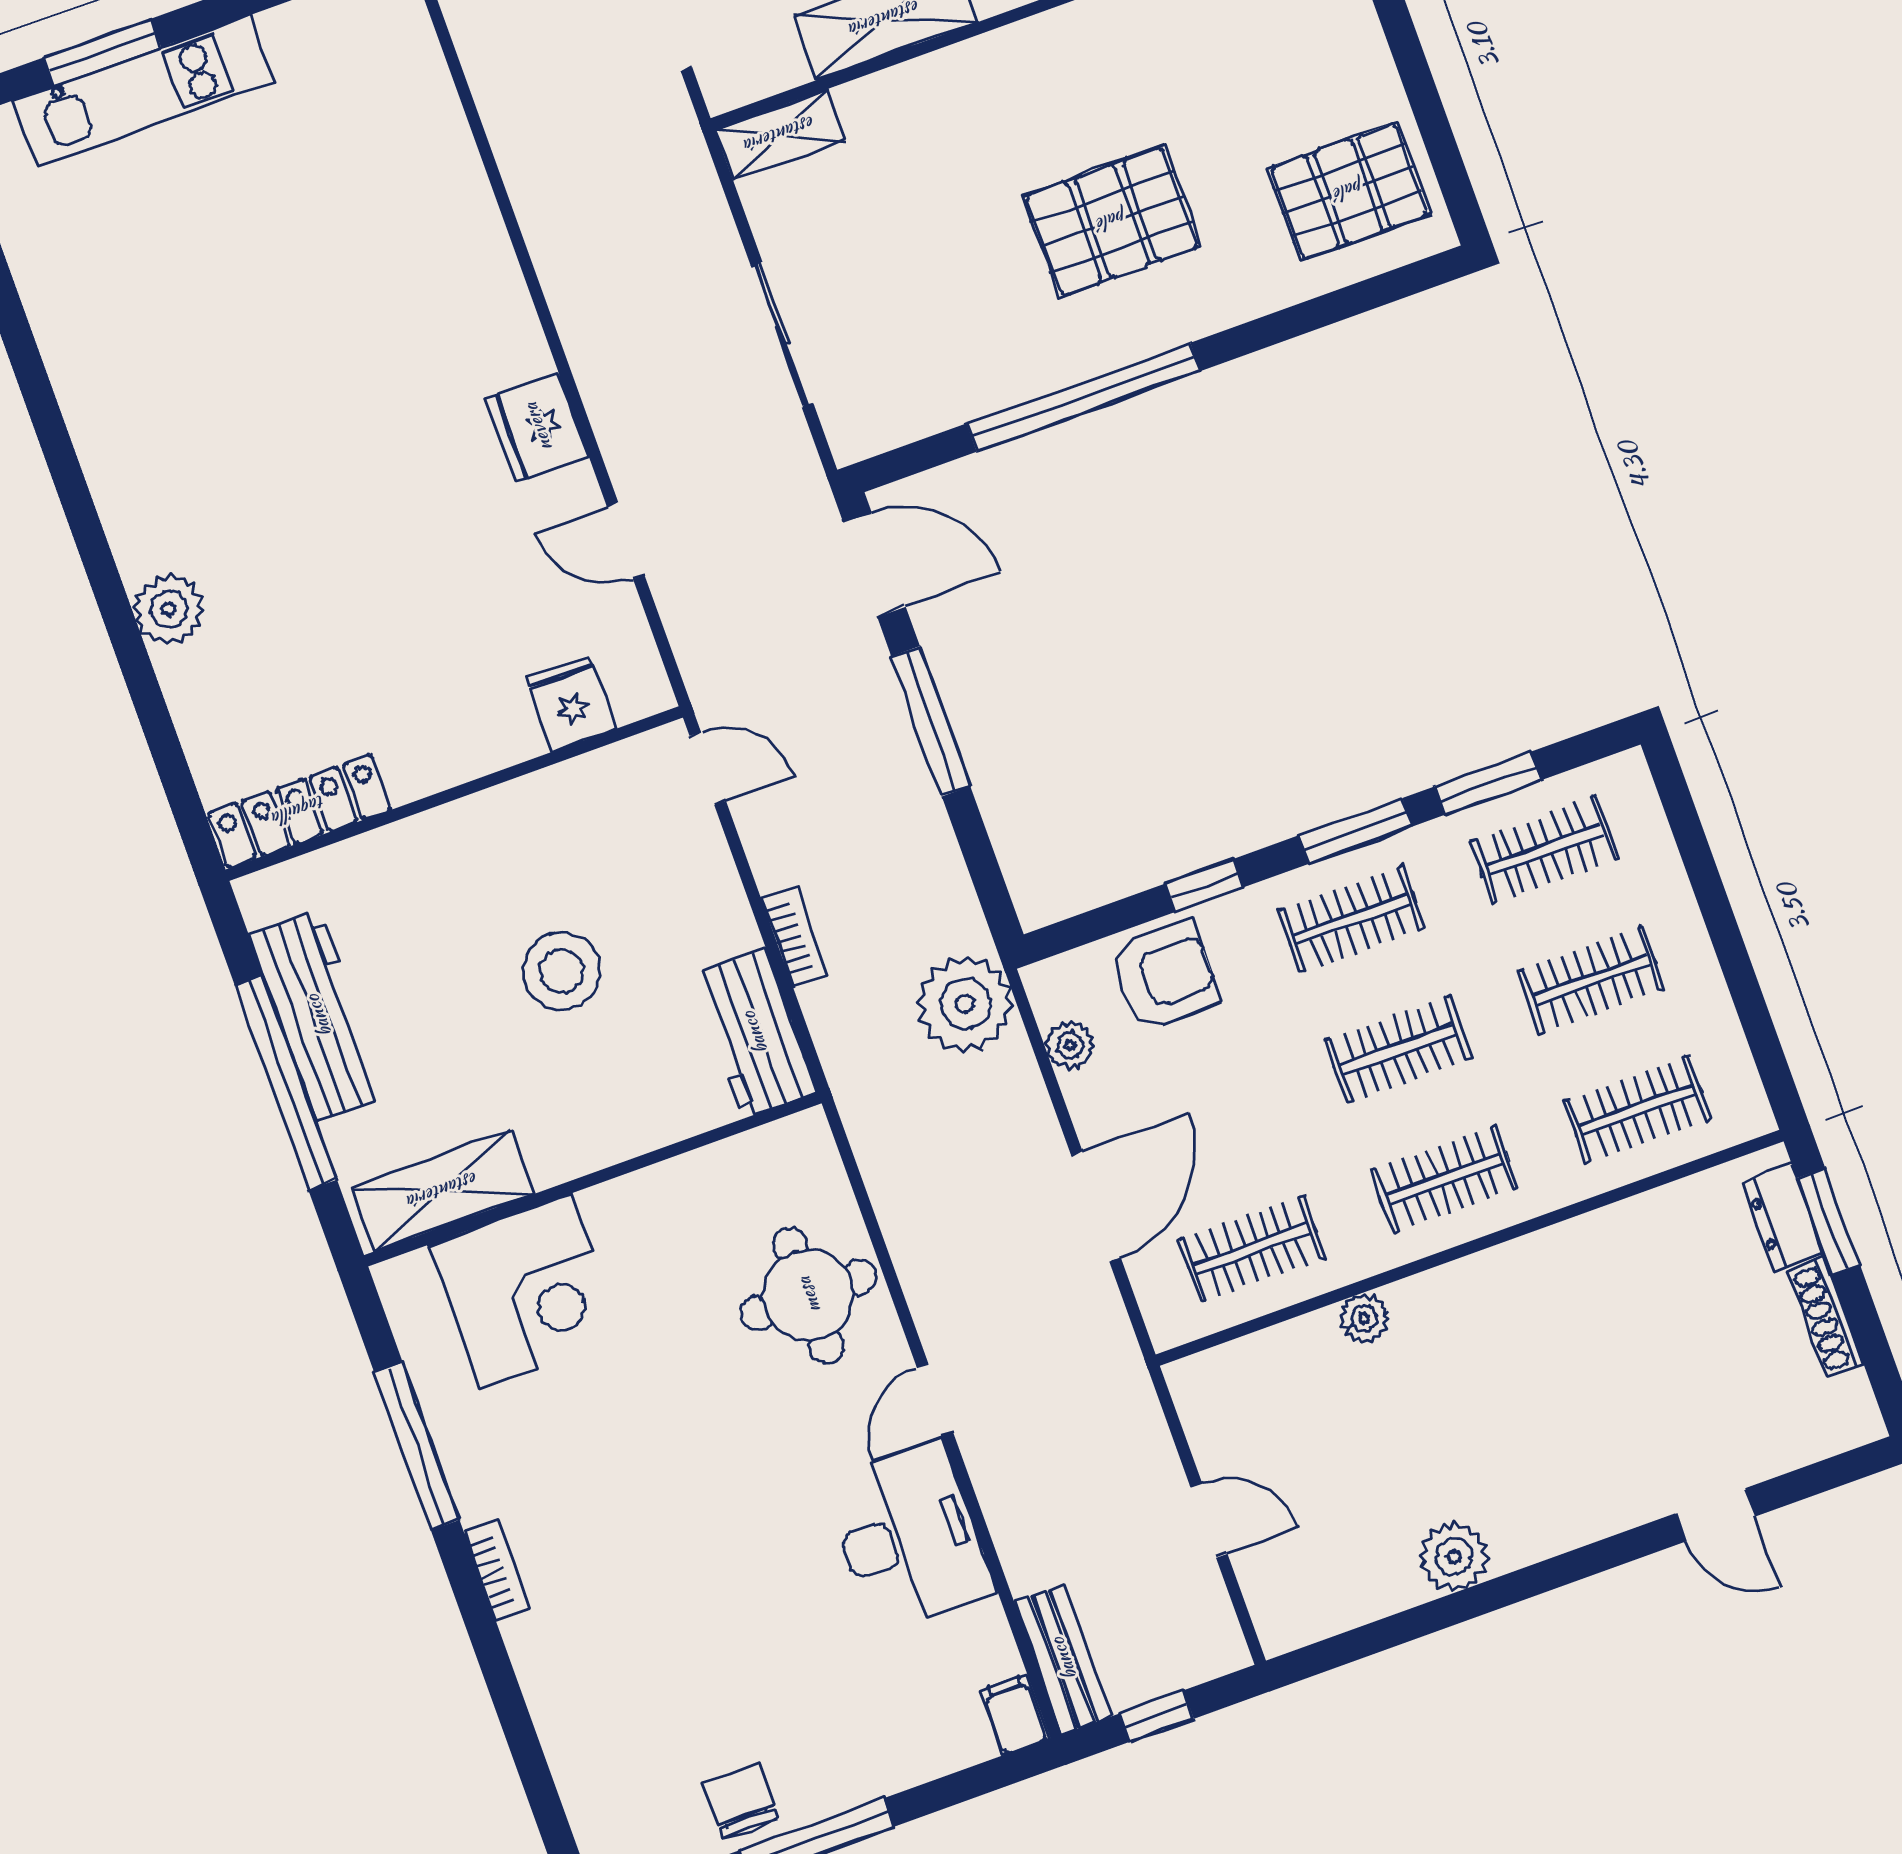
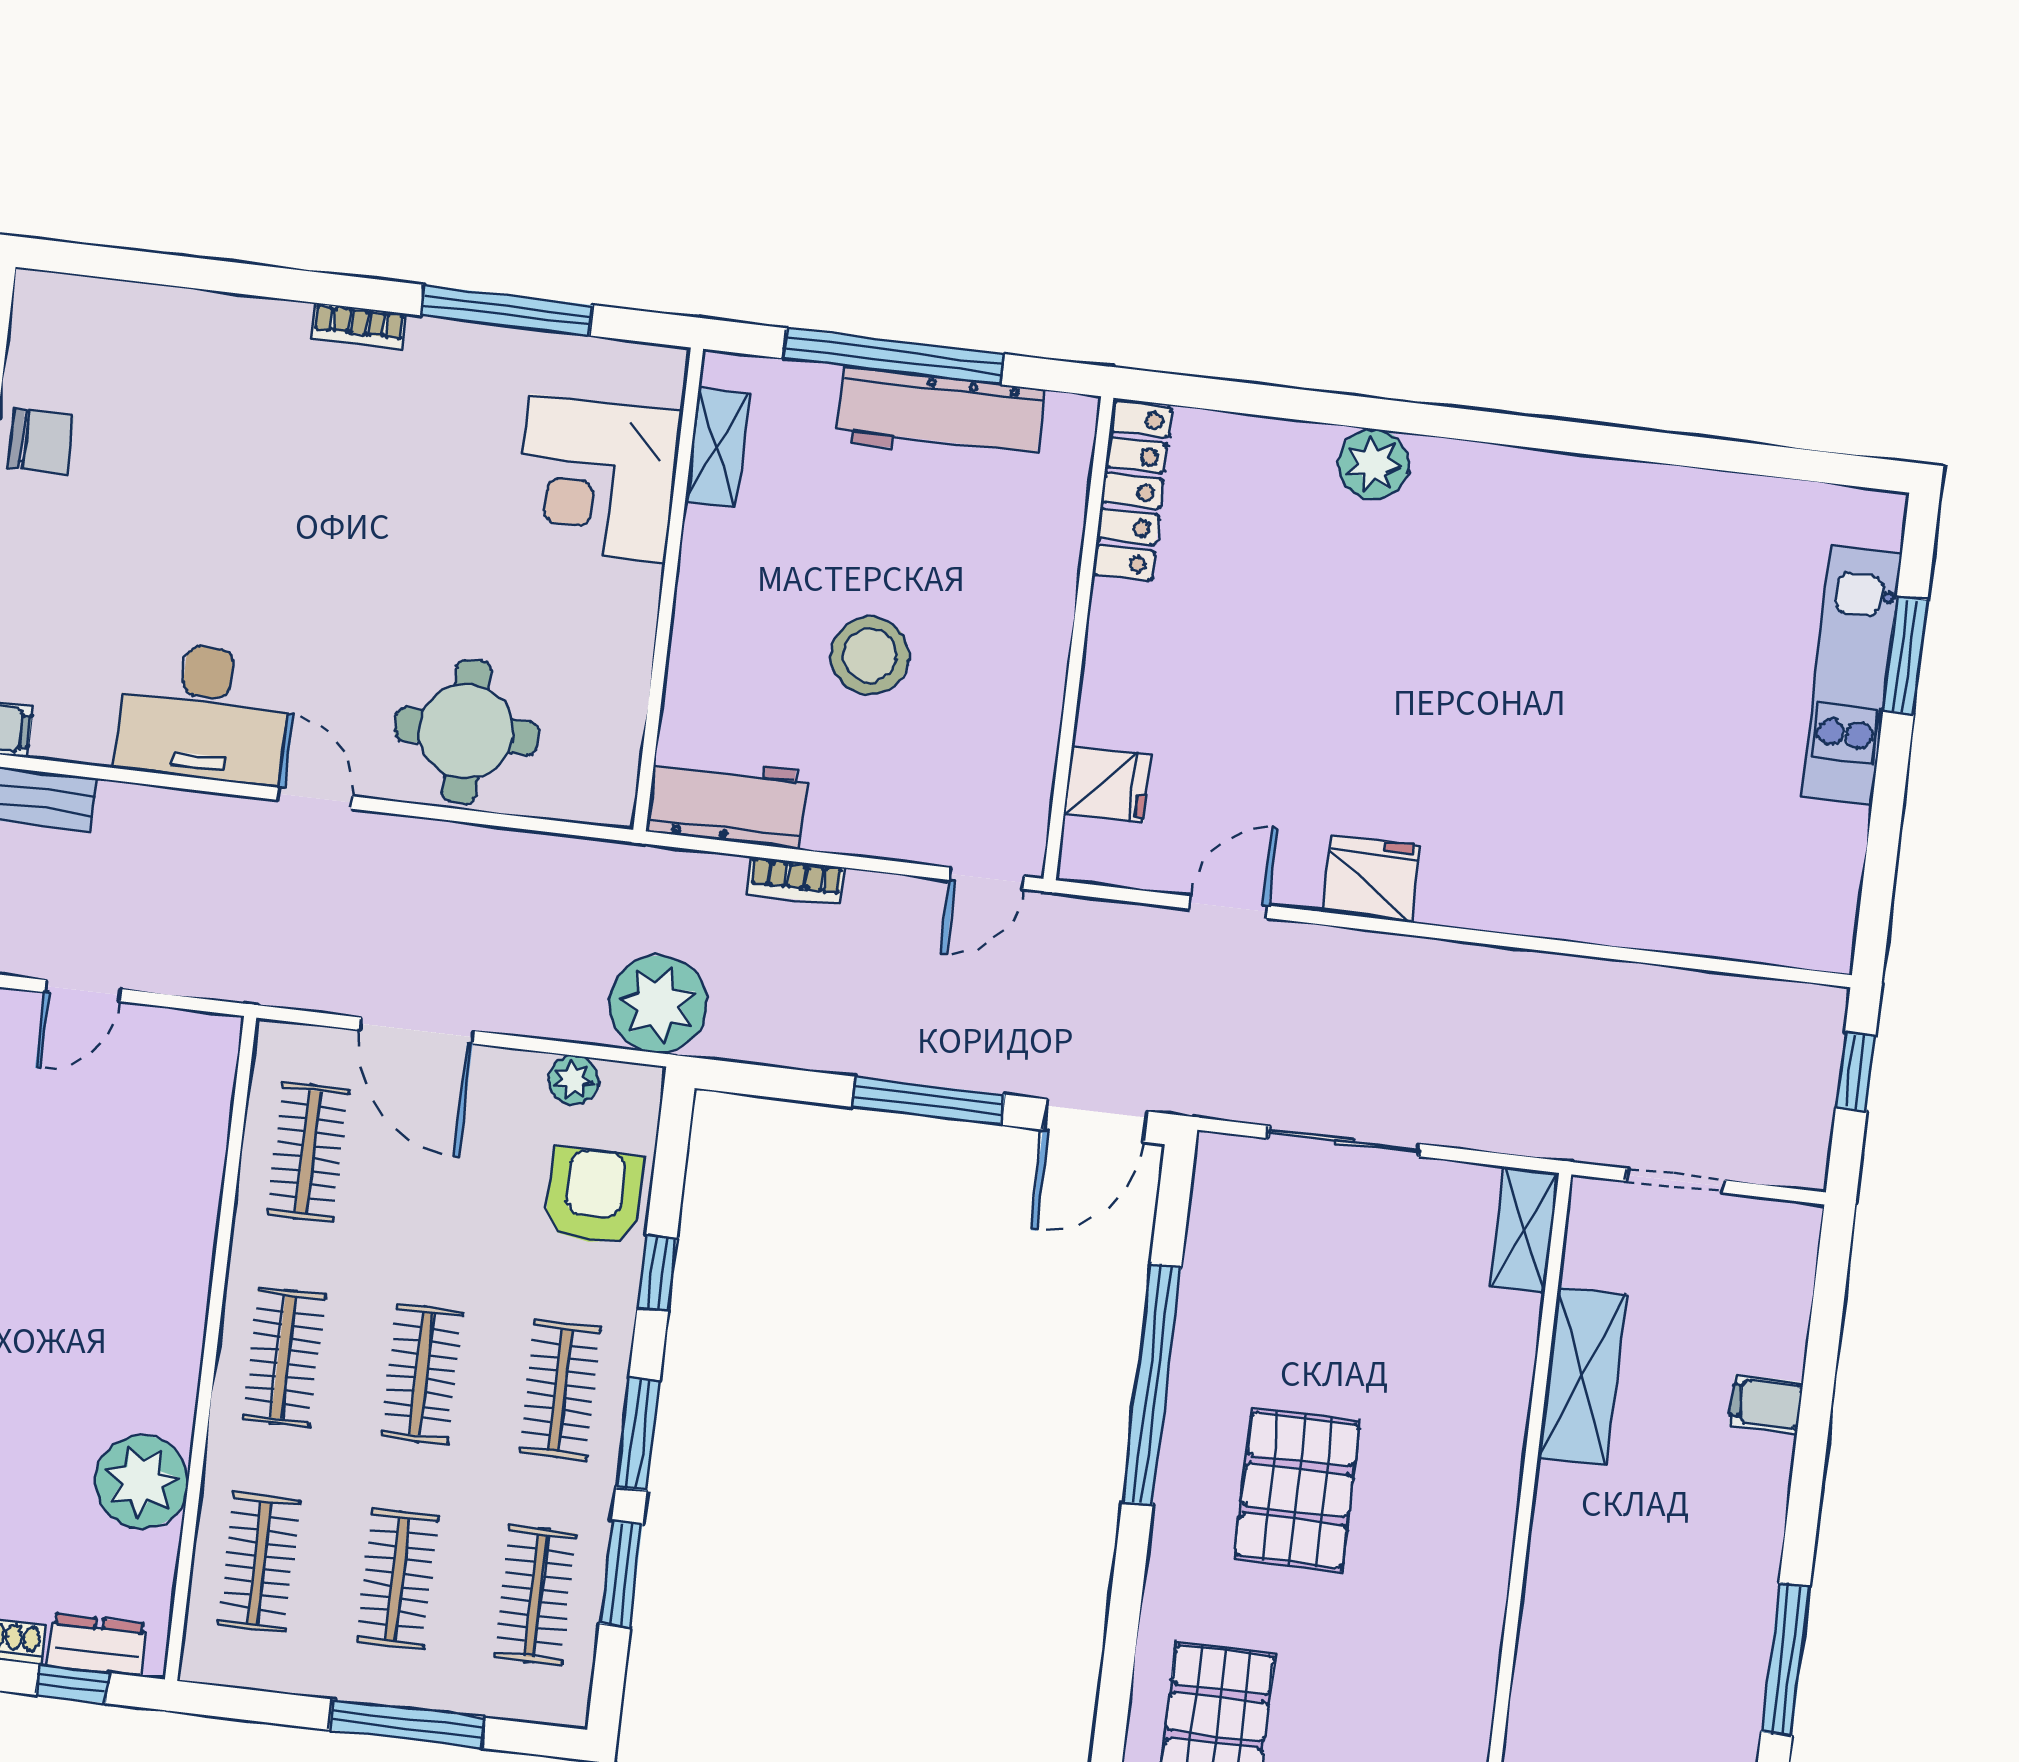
window: (1715, 907) -> (407, 1724), added
armchair: (1164, 975) -> (594, 1197), turned 180
shelving: (443, 1191) -> (717, 448), width x0.67, depth x0.75
window: (1828, 1222) -> (72, 1684), width x0.67
plant: (1364, 1318) -> (142, 1482), moved, width x1.87, depth x1.87

